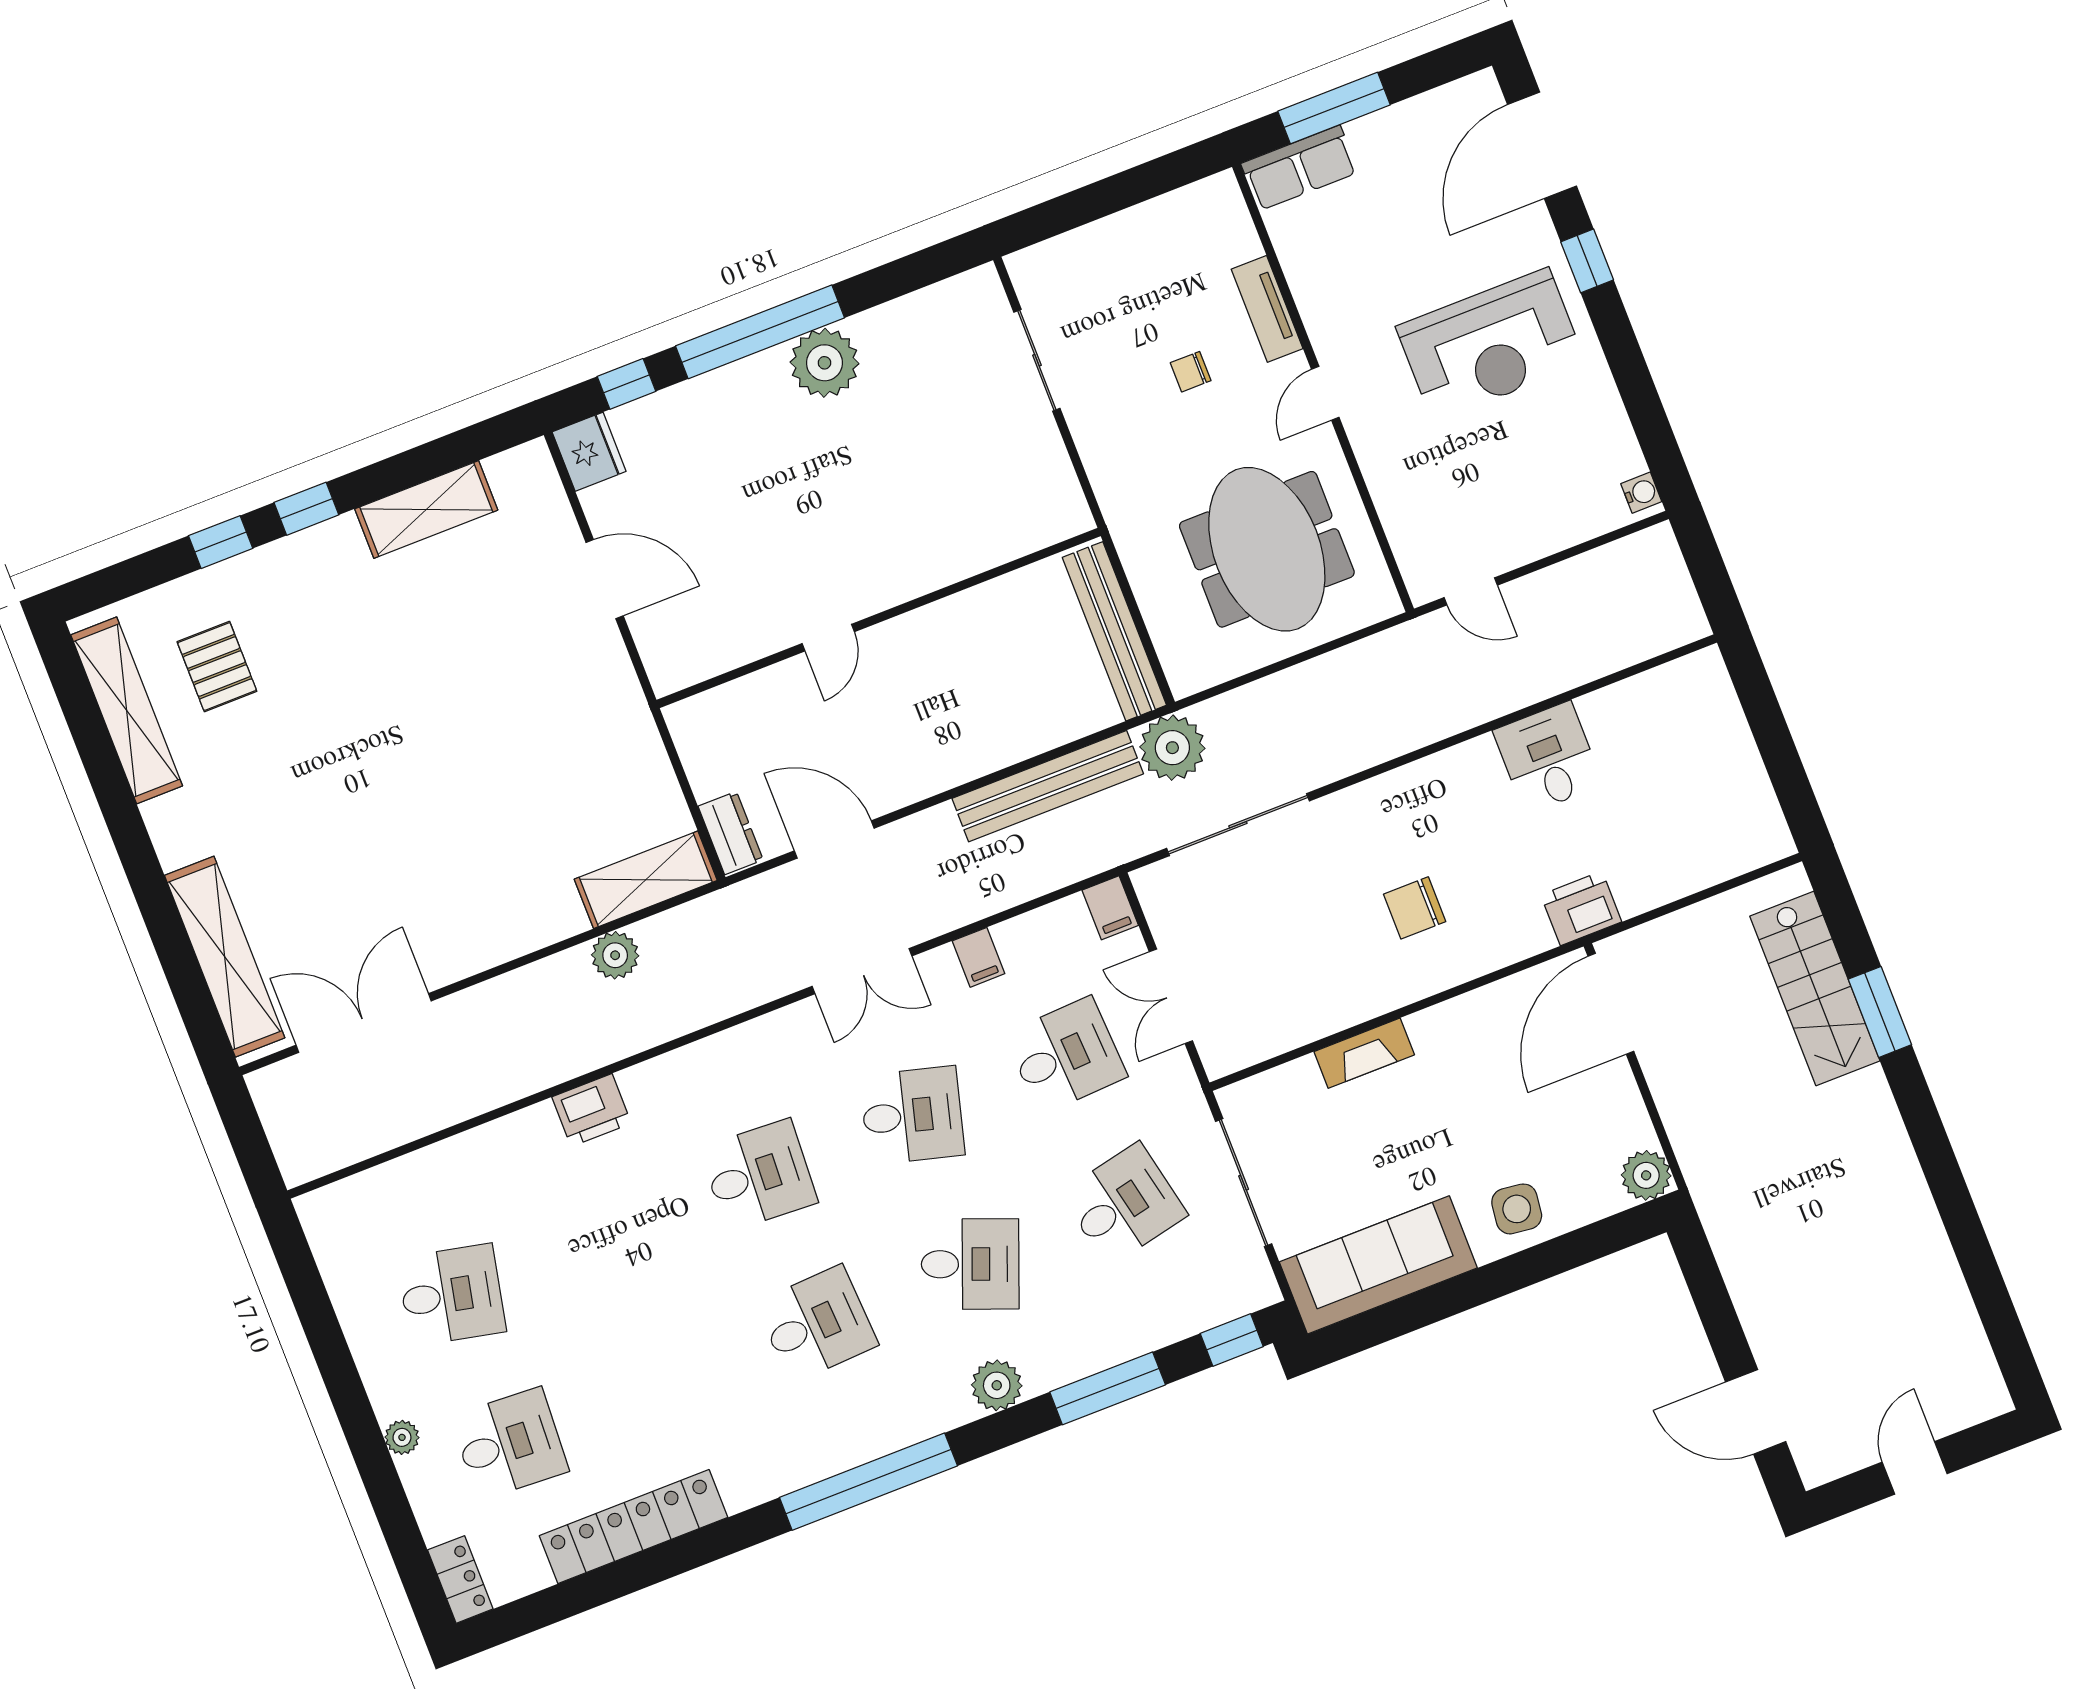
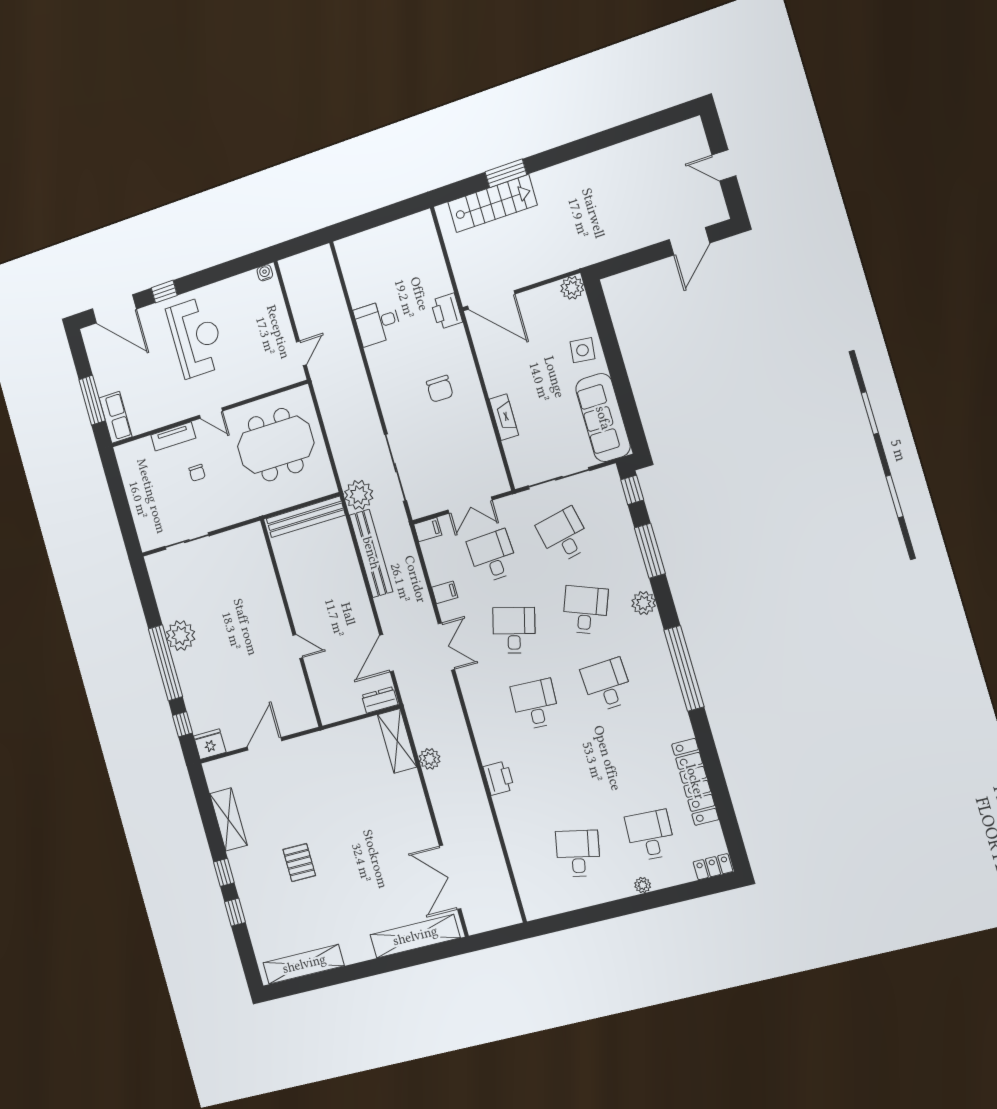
pallet: (217, 667) -> (299, 863), moved, turned 90

